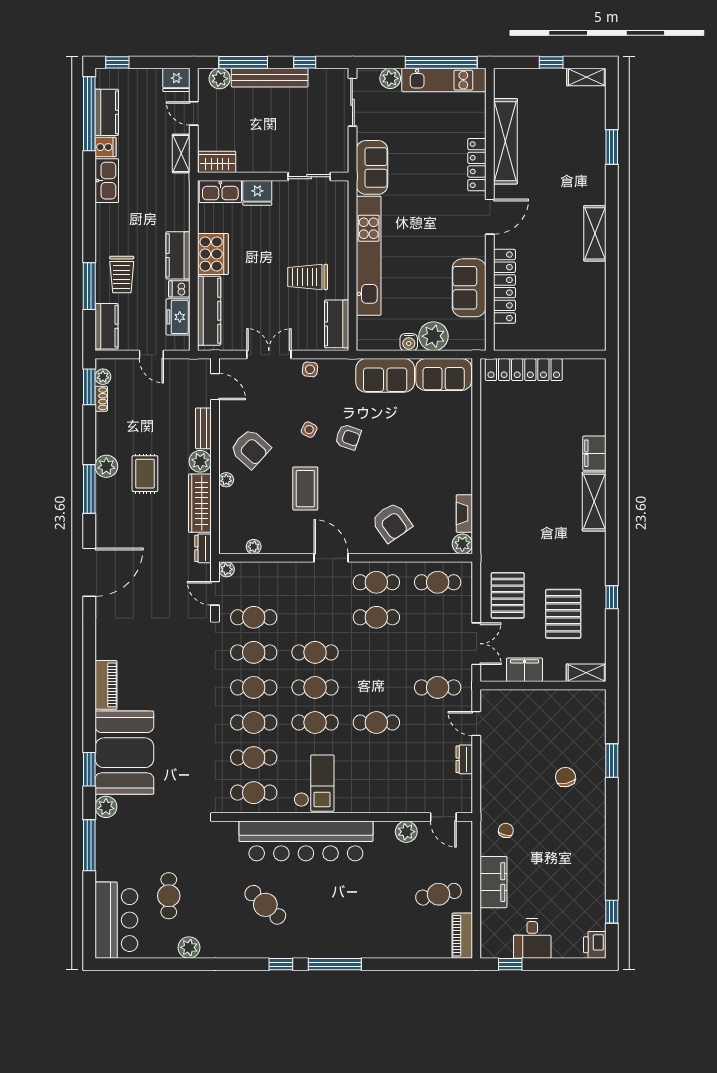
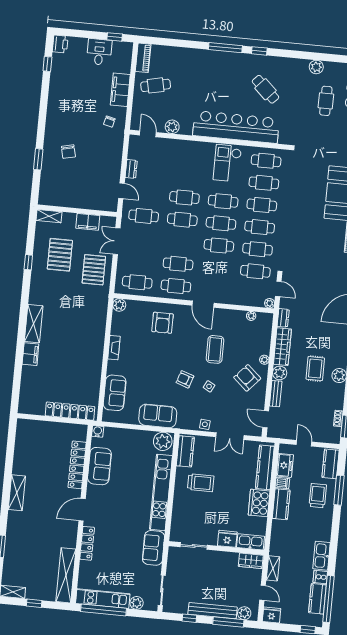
shelving: (505, 141) -> (66, 575), moved
plant: (433, 336) -> (163, 441), moved
water cooler: (409, 342) -> (98, 431), moved
sofa: (444, 375) -> (115, 393), moved, turned 90
plant: (103, 377) -> (336, 432), removed
fireplace: (464, 513) -> (114, 348), moved
armchair: (392, 522) -> (162, 323), turned -145
cafe table: (376, 687) -> (182, 220), added

